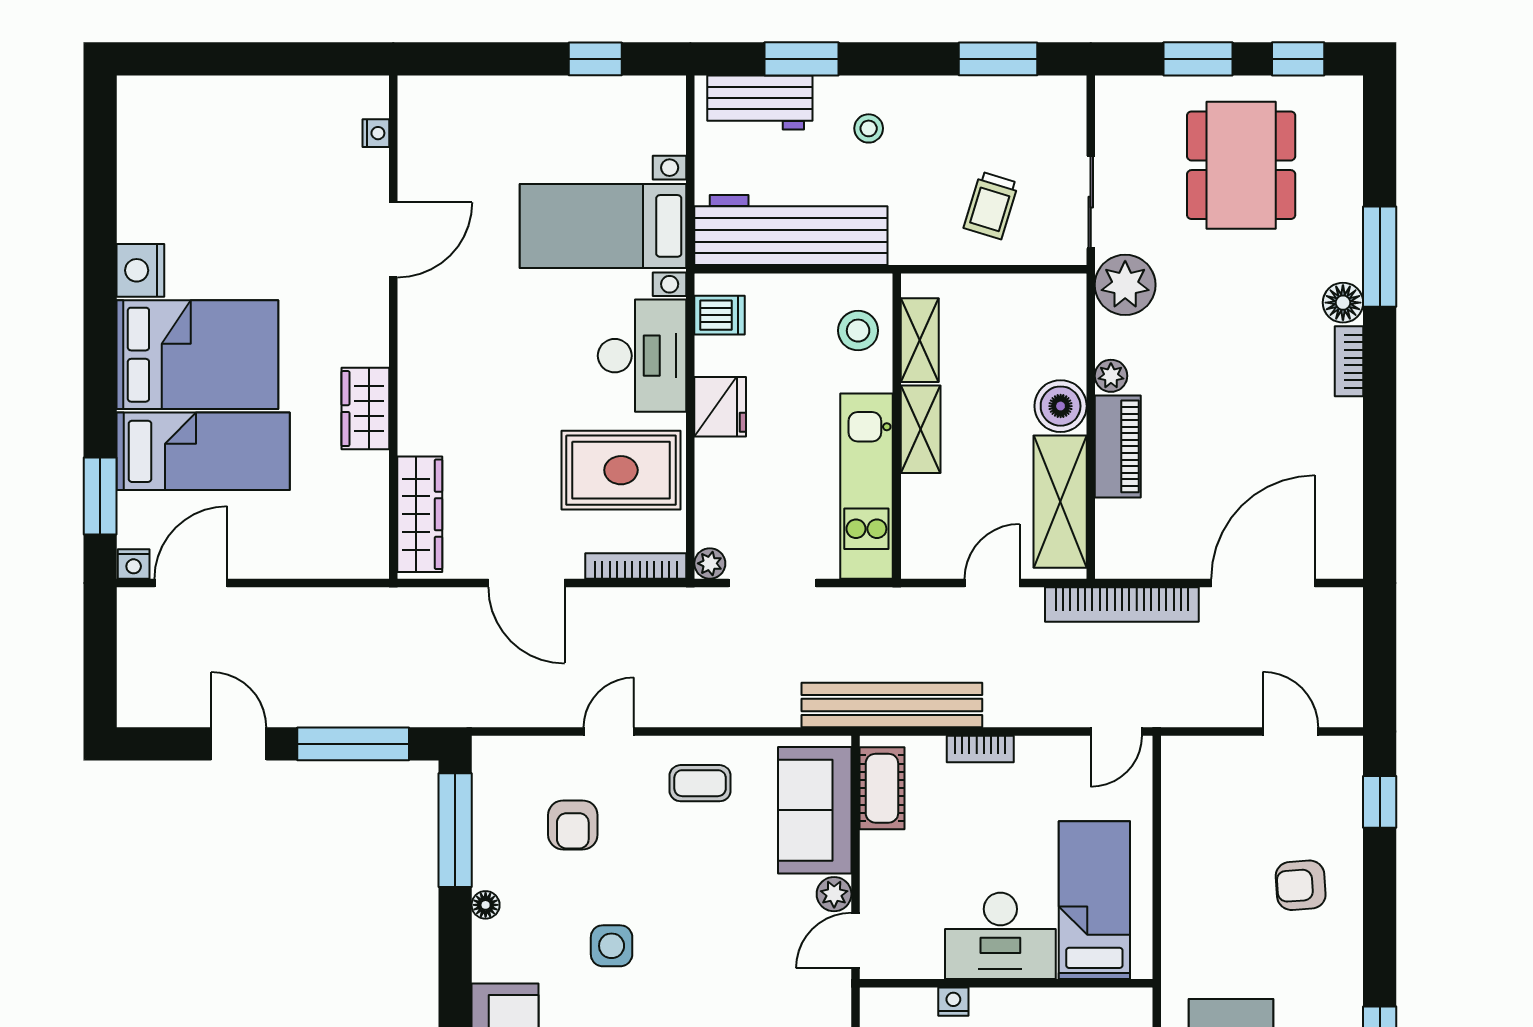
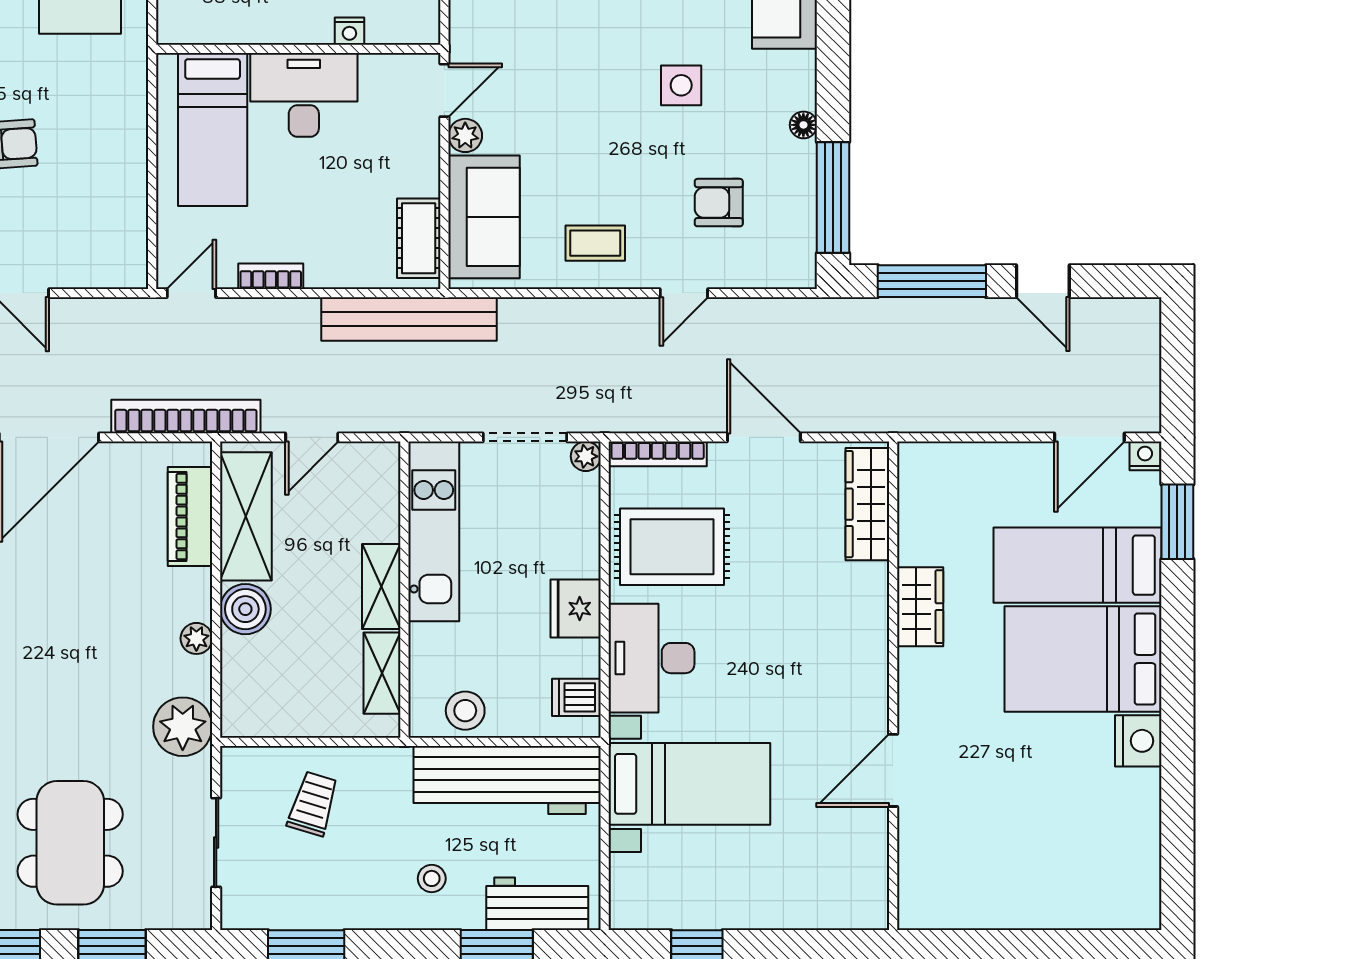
nightstand: (376, 133) -> (910, 874), removed
sliding door: (1091, 202) -> (216, 843), moved
stool: (858, 331) -> (465, 711), moved
piano: (1118, 446) -> (190, 517), moved
bookcase: (980, 749) -> (271, 276), moved
armchair: (573, 825) -> (719, 203), turned -90

